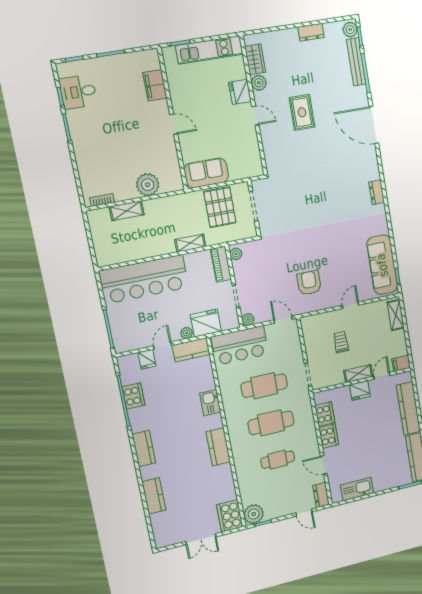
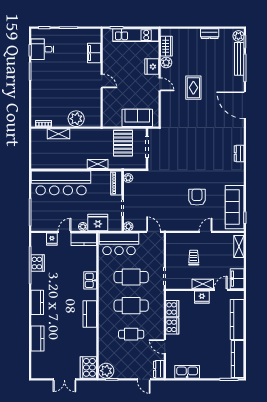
sofa: (206, 173) -> (137, 118), moved
armchair: (309, 283) -> (197, 197), moved
filing cabinet: (401, 363) -> (237, 279), width x2.00

